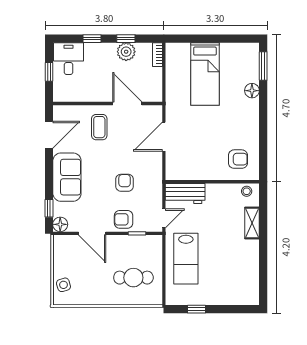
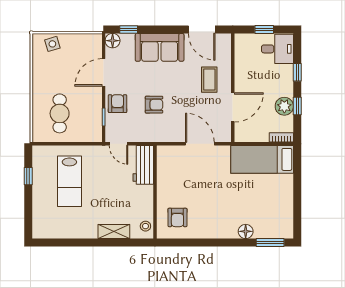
bed: (205, 74) -> (262, 159), moved
coffee table: (99, 127) -> (209, 80), turned 90
lab bench: (186, 259) -> (69, 181), moved, turned -90

